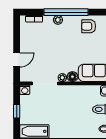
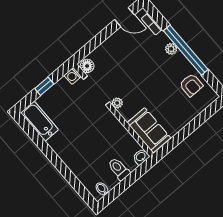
armchair: (89, 26) -> (191, 85), turned 180
door: (17, 60) -> (124, 17), moved
floor lamp: (72, 77) -> (87, 66), moved

